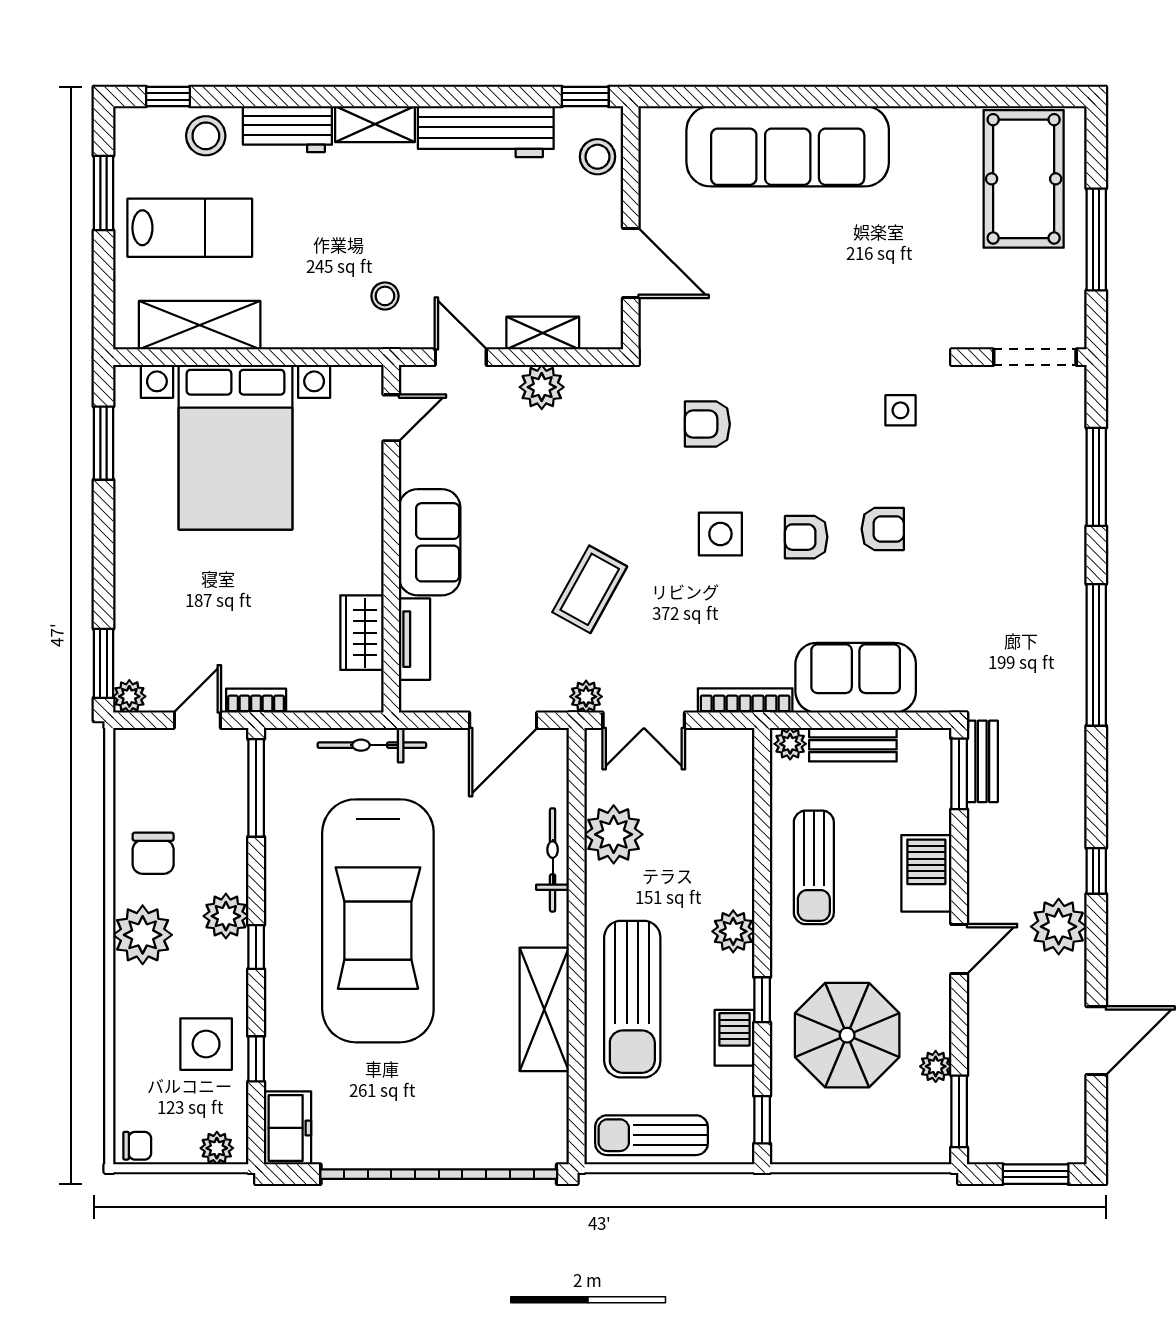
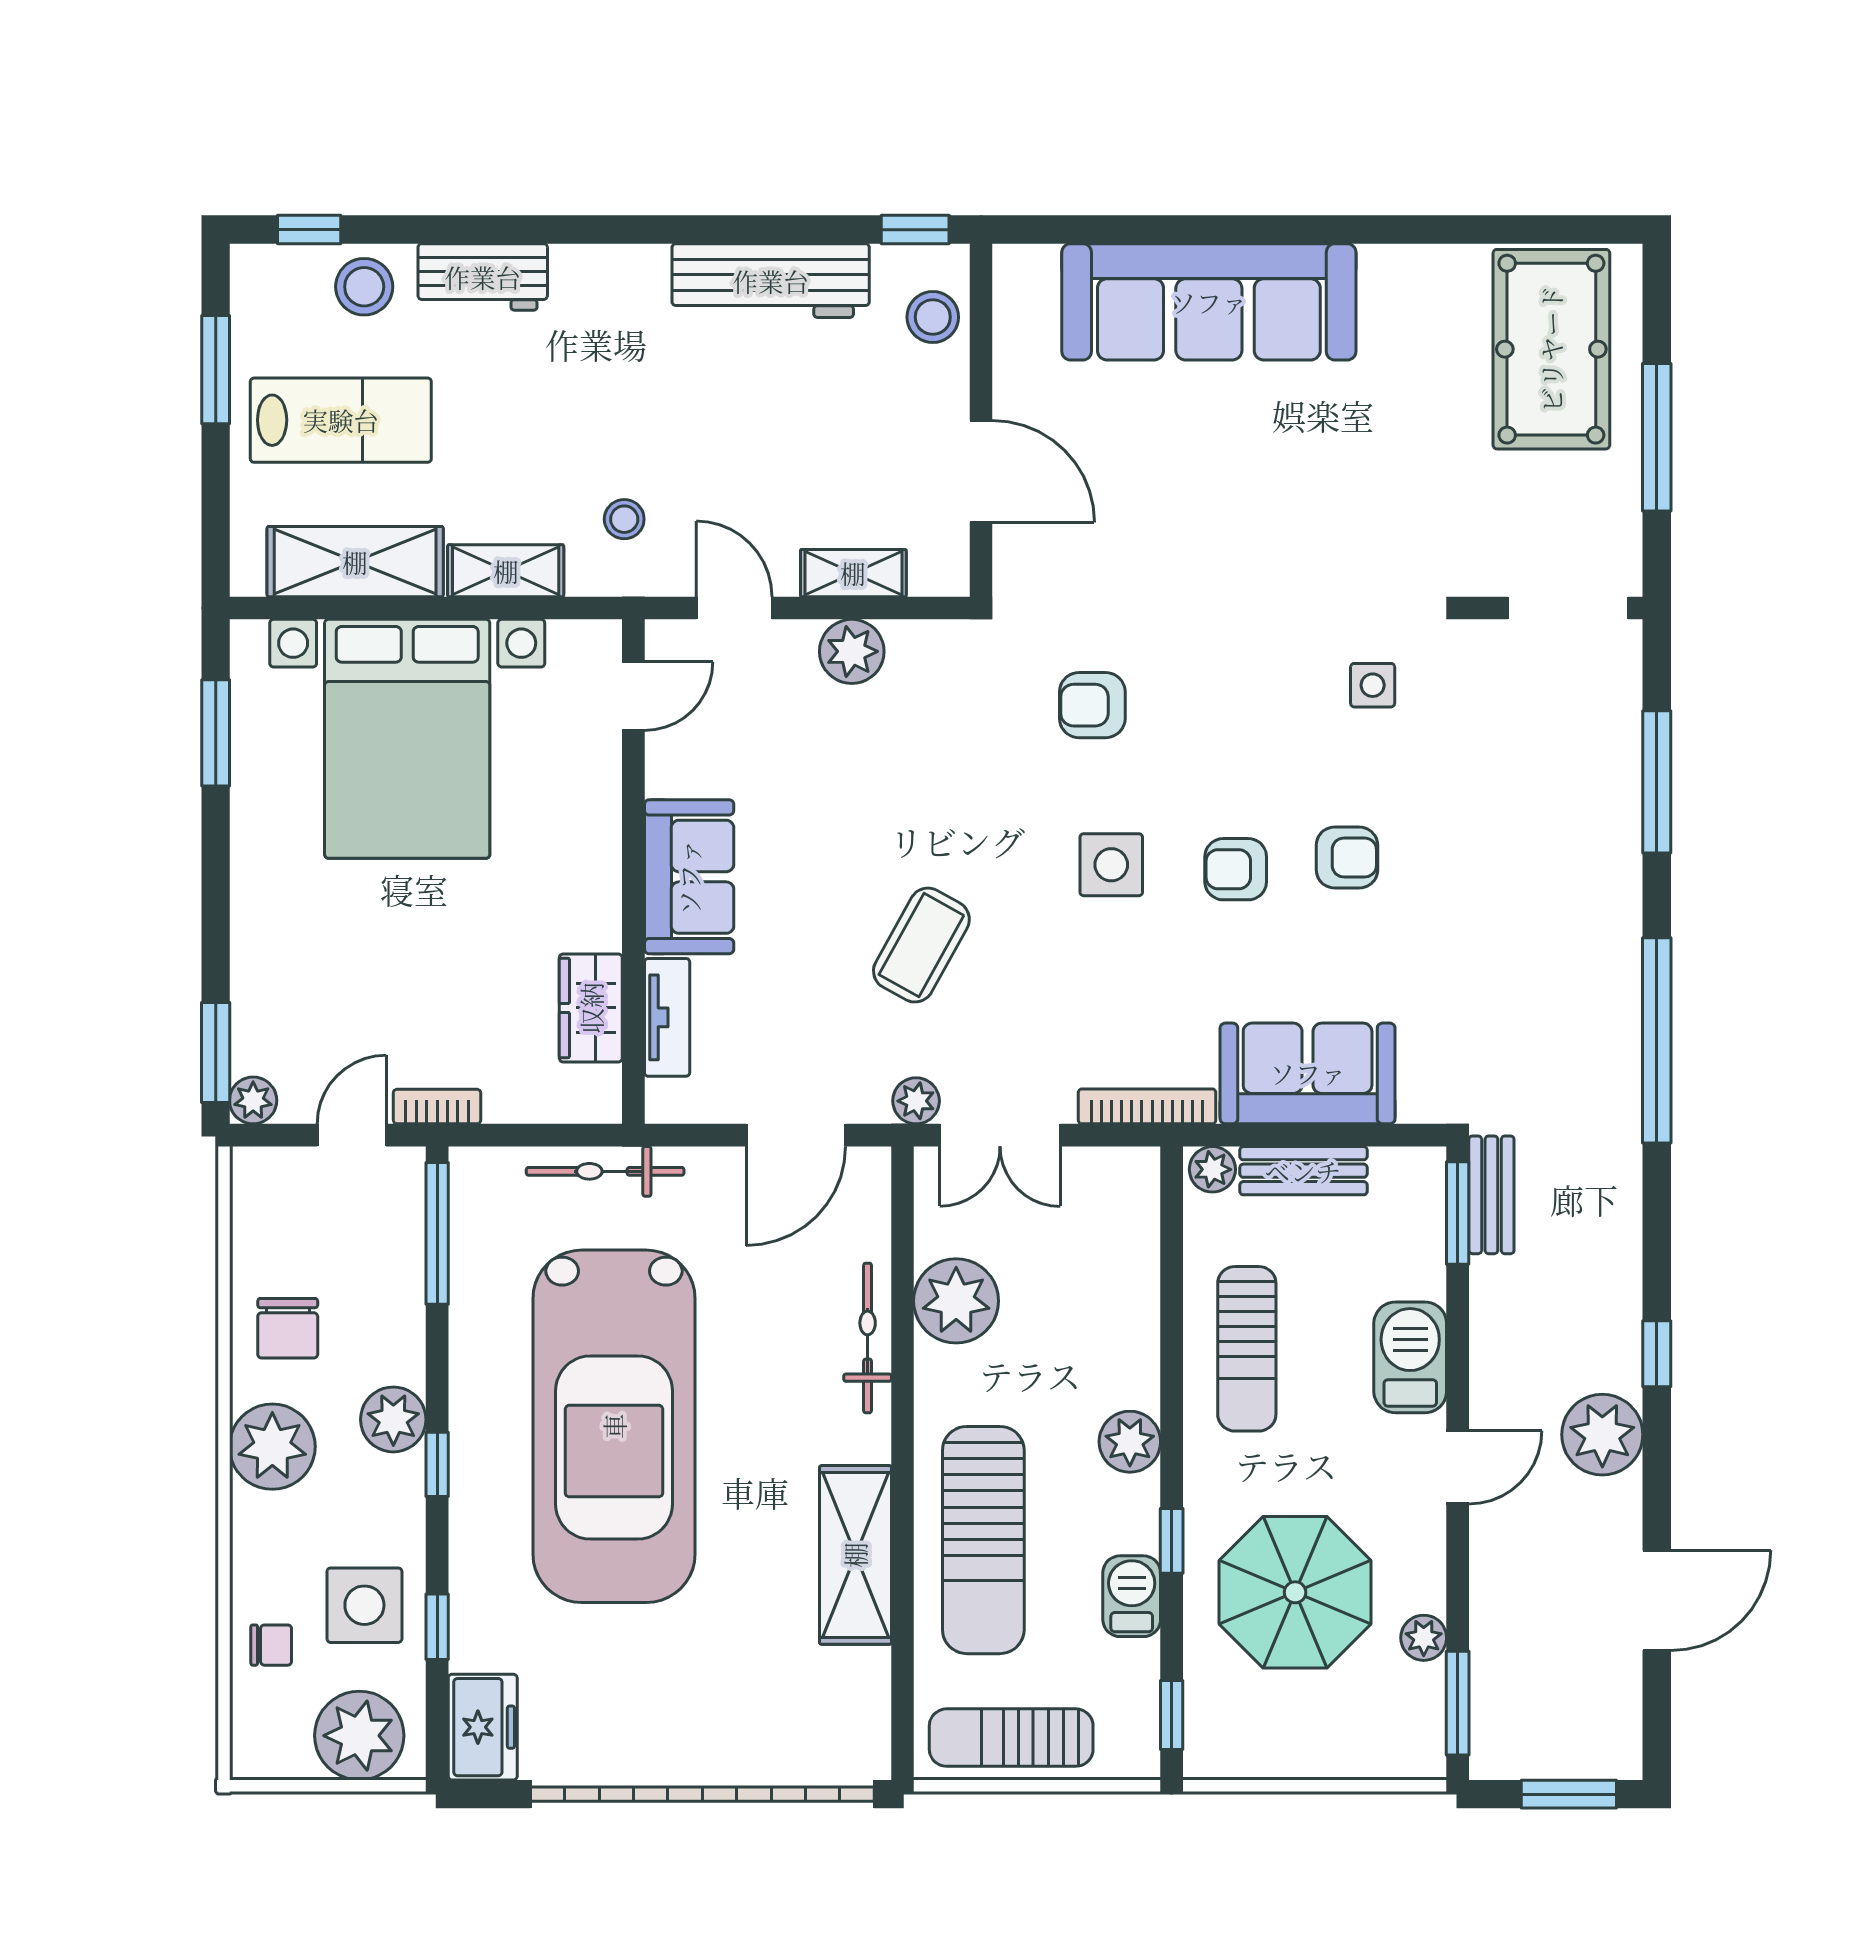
shelving: (375, 124) -> (506, 571), moved
chair: (137, 1146) -> (271, 1645), moved
plant: (217, 1148) -> (359, 1736), width x1.87, depth x1.87

